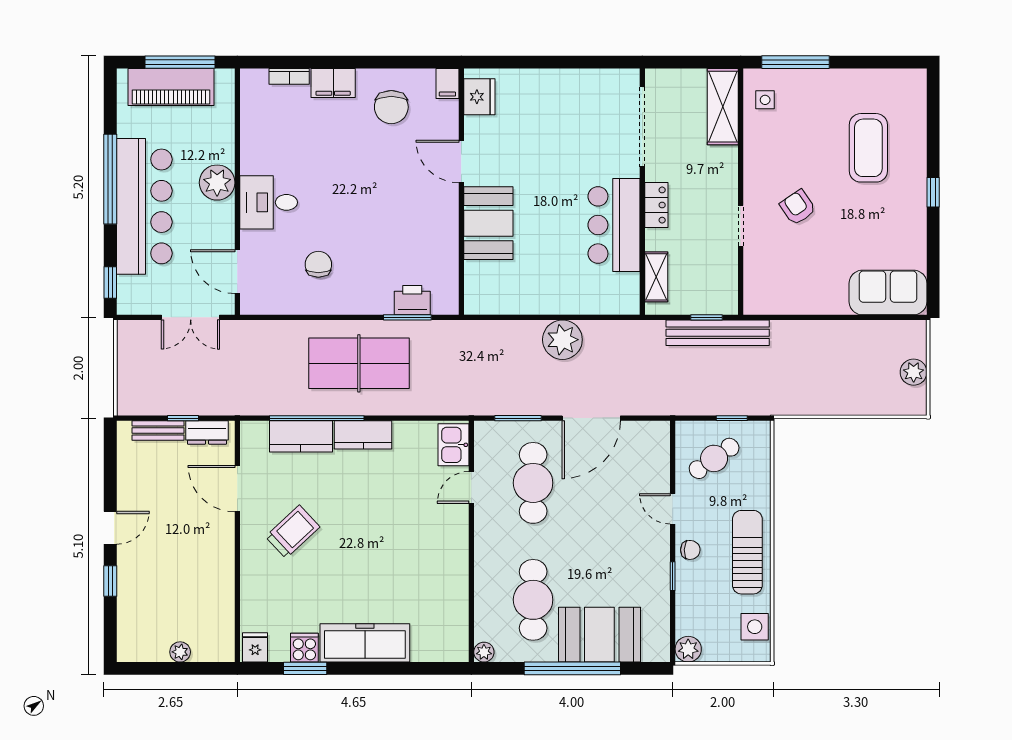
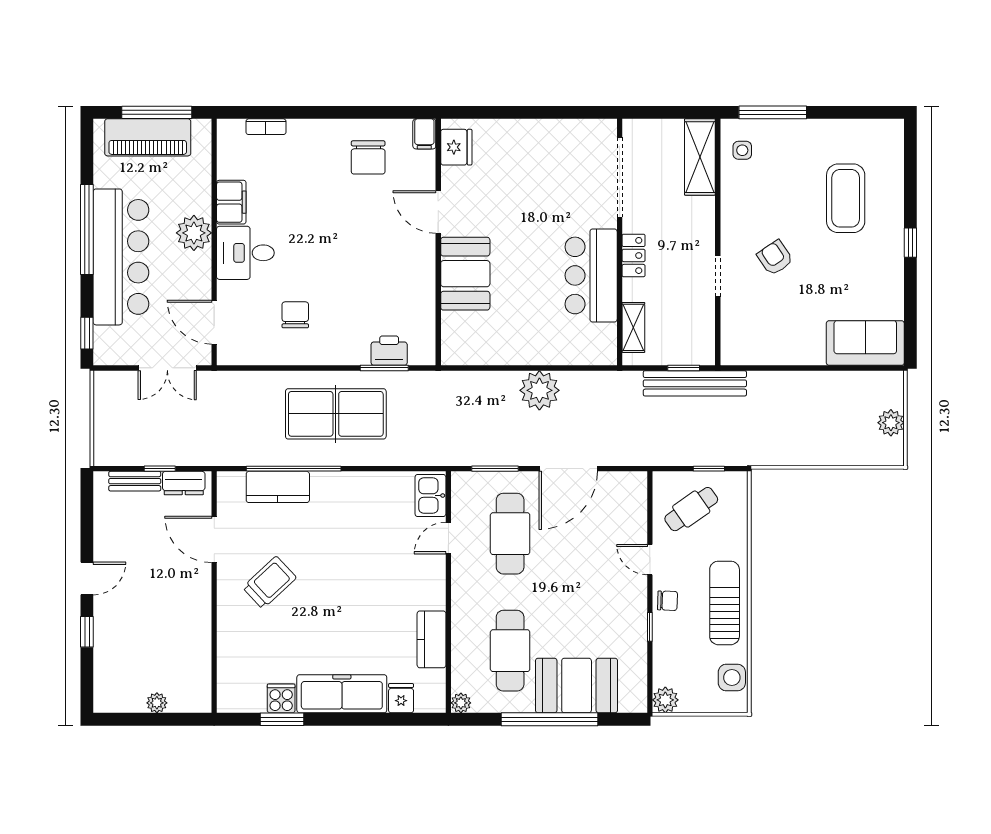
filing cabinet: (333, 83) -> (231, 202), moved, turned -90
kitchen counter: (363, 435) -> (432, 639), moved, turned 90
fridge: (255, 647) -> (401, 698), moved

